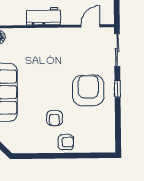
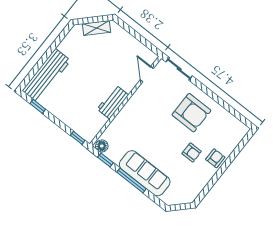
window: (118, 89) -> (207, 91), removed
armchair: (88, 90) -> (191, 113), turned 180

